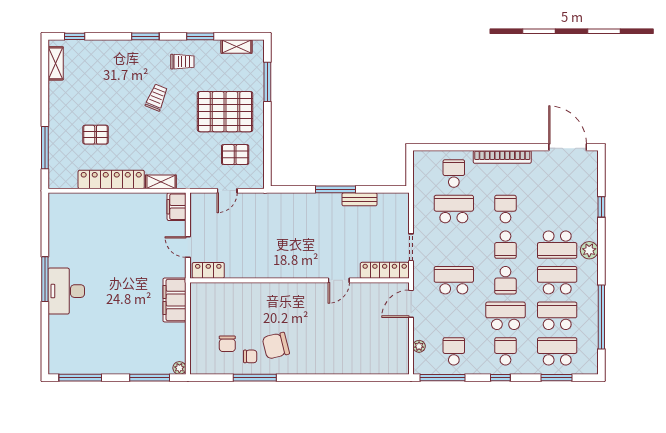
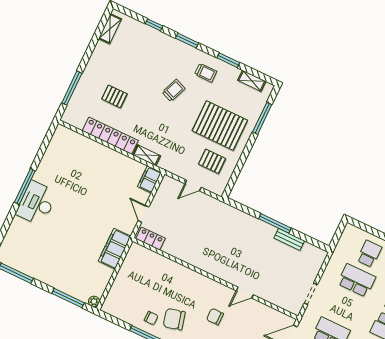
window: (75, 36) -> (154, 25), moved
locker: (385, 270) -> (283, 302), removed
chair: (227, 344) -> (215, 317), moved, turned 90

